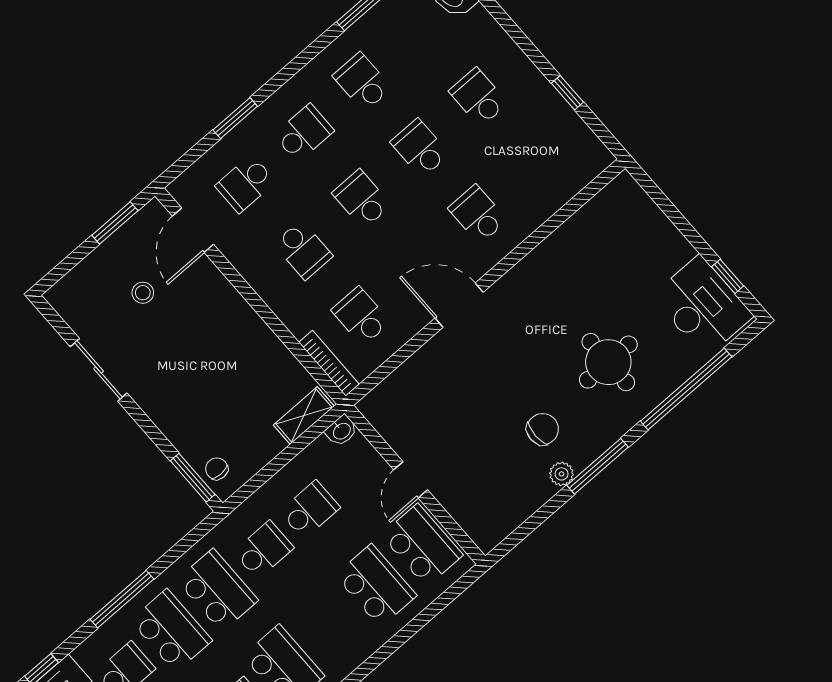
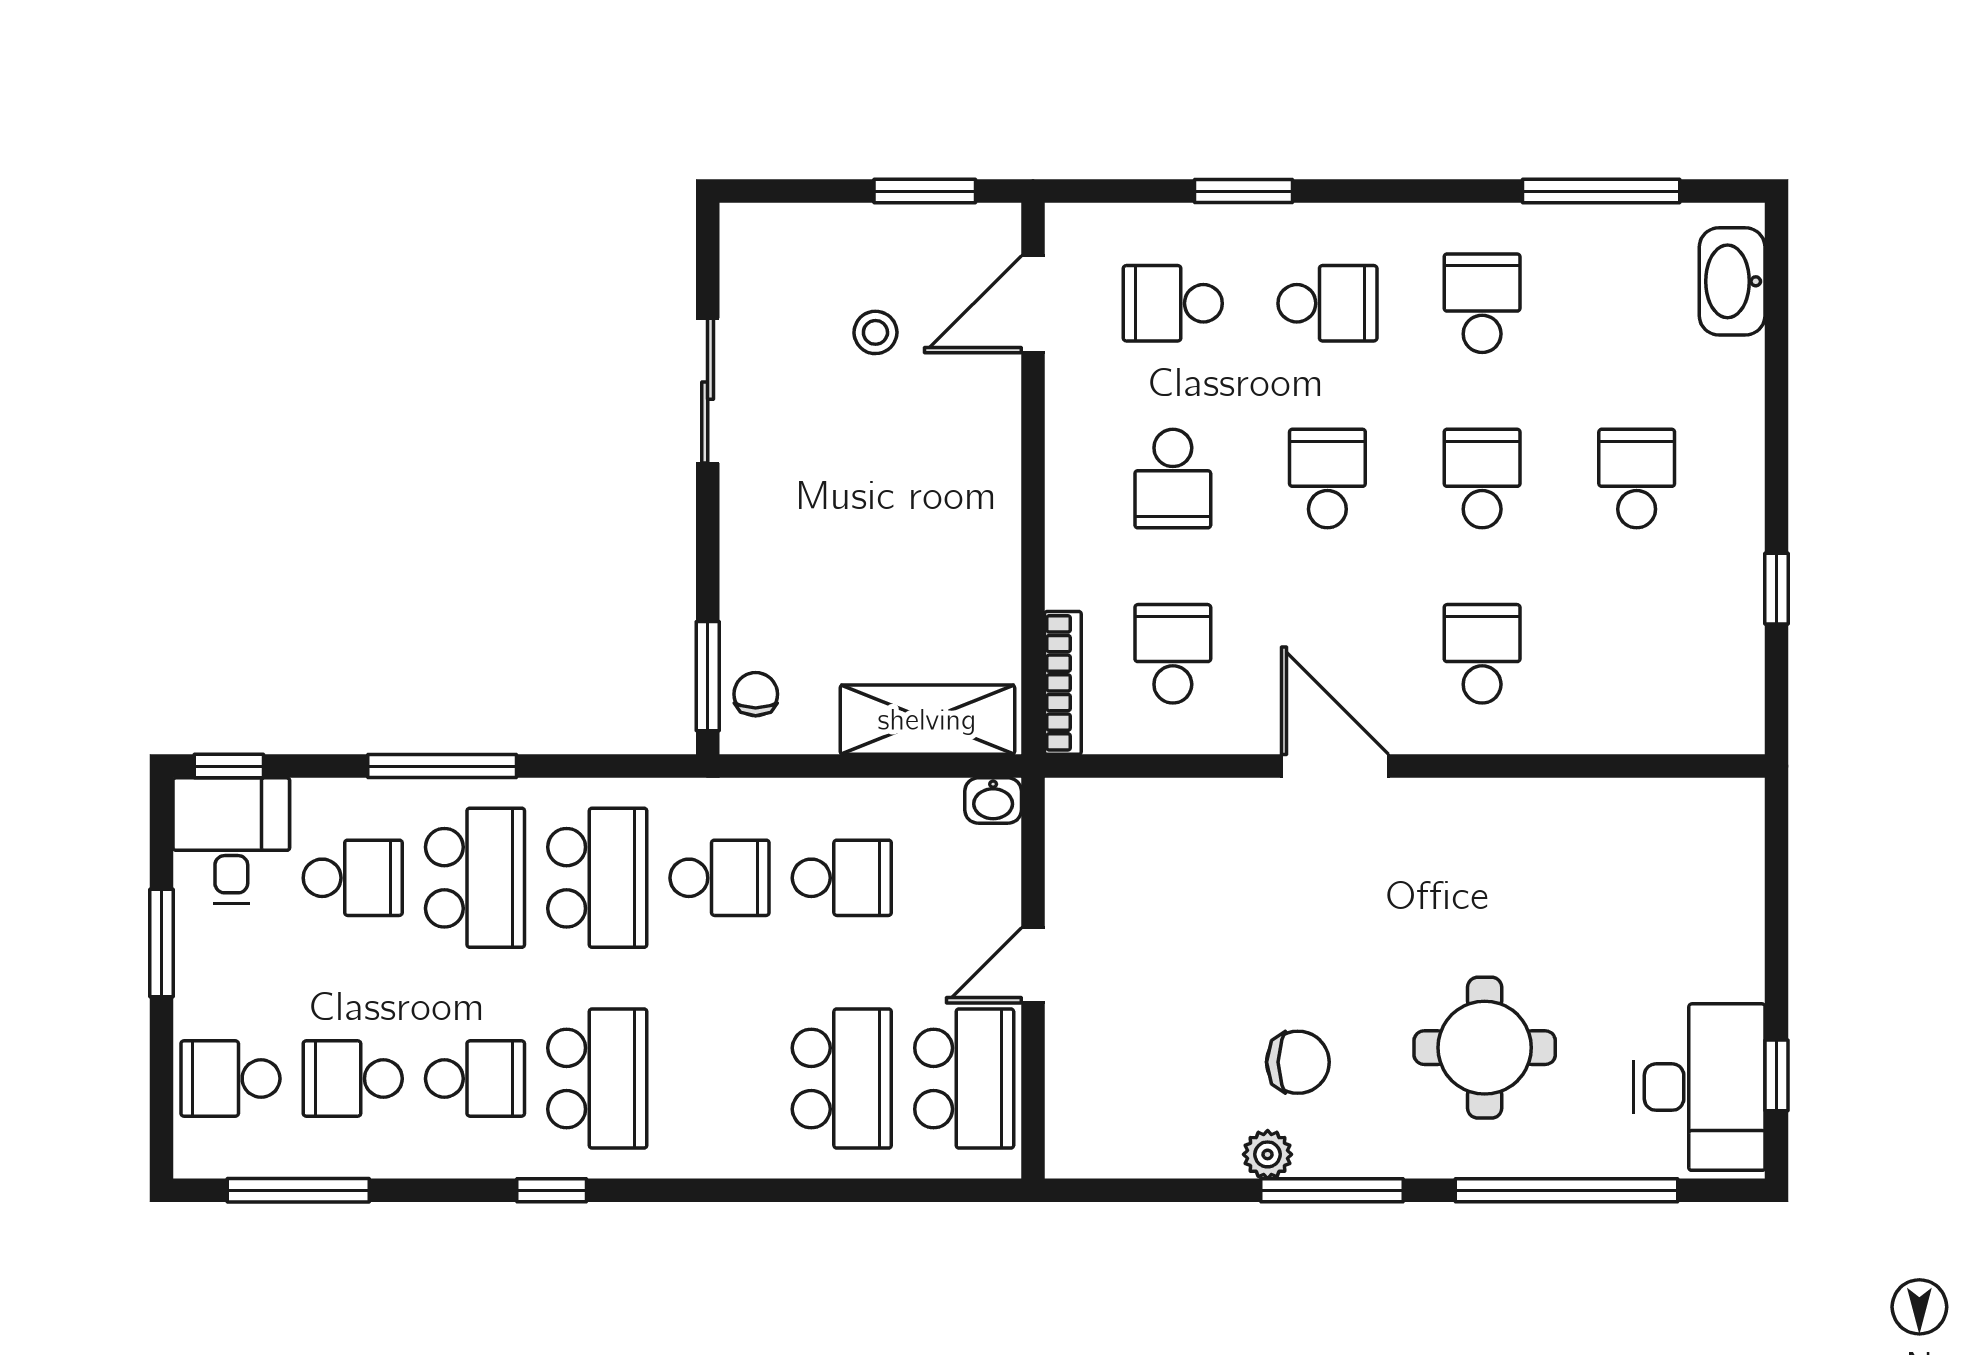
shelving: (304, 416) -> (927, 720), width x1.50, depth x1.33

